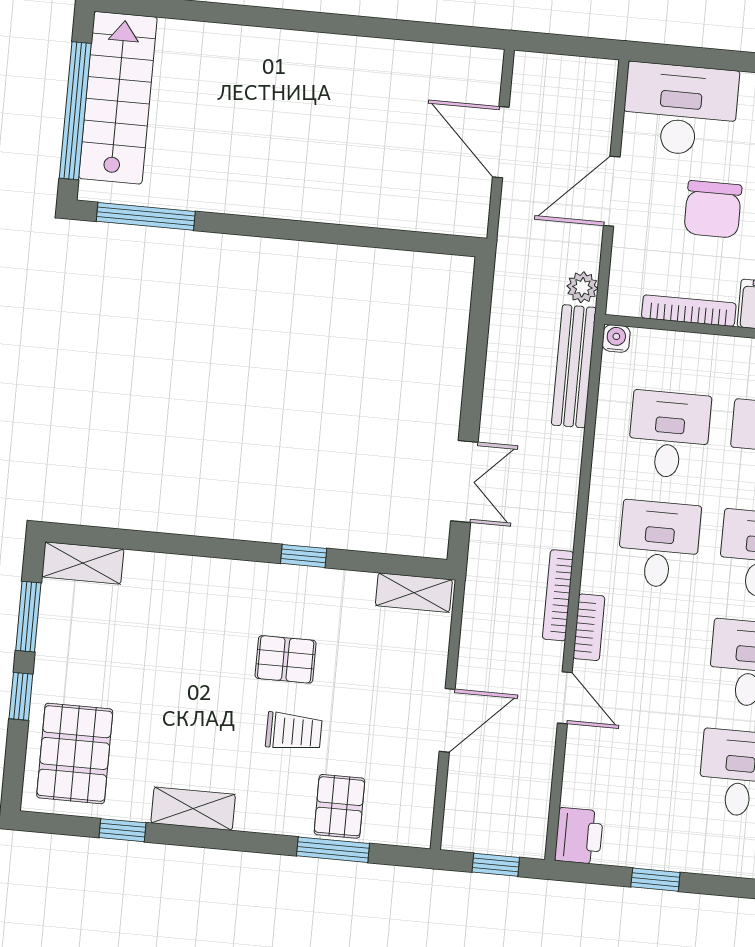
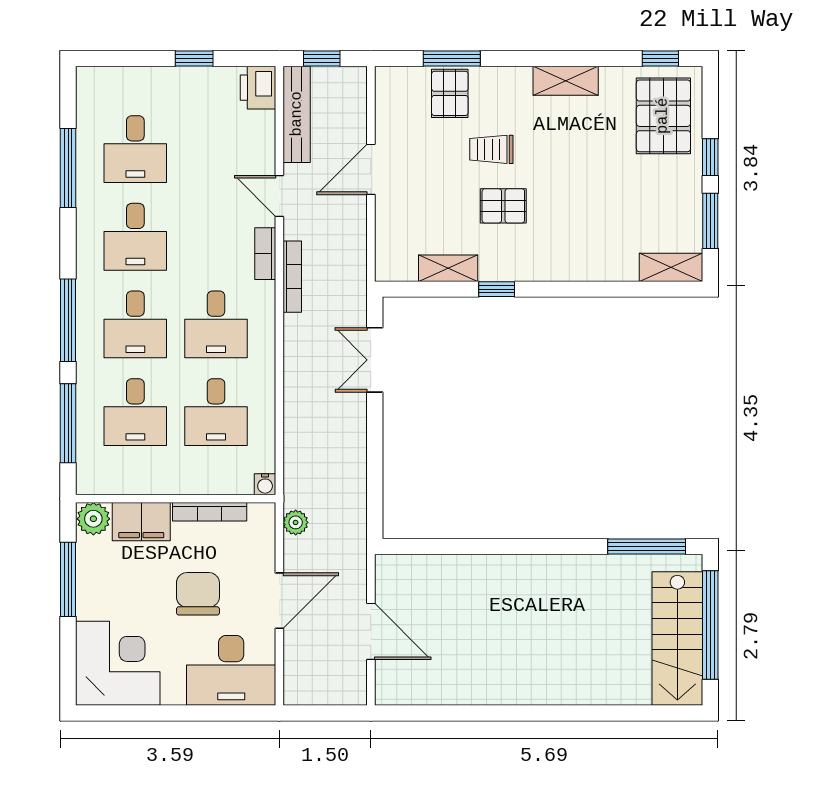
bench: (574, 366) -> (297, 114), moved
shelving: (414, 593) -> (448, 268), moved
window: (122, 830) -> (660, 59), moved

